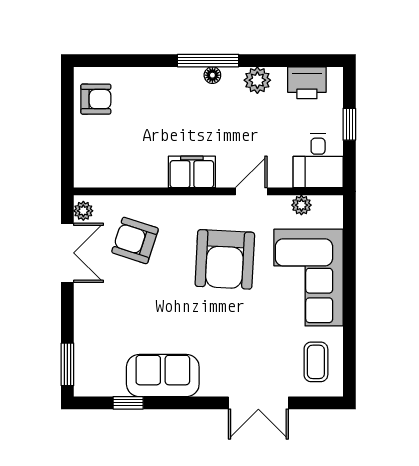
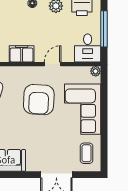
window: (349, 124) -> (104, 29), width x2.17
plant: (301, 205) -> (96, 71), moved

